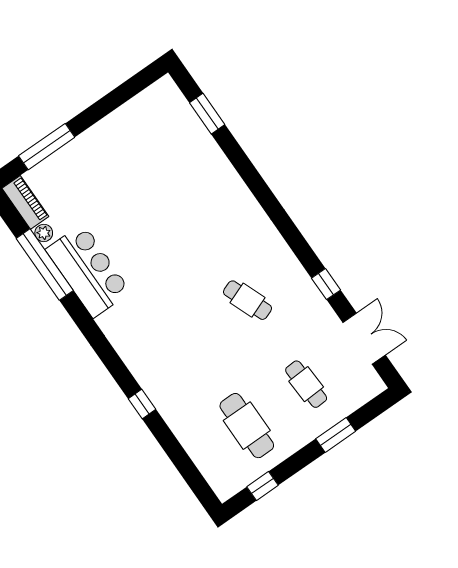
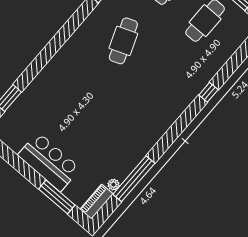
bar counter: (88, 271) -> (49, 162), moved, turned 90
cafe table: (248, 300) -> (123, 41), width x1.37, depth x1.35

